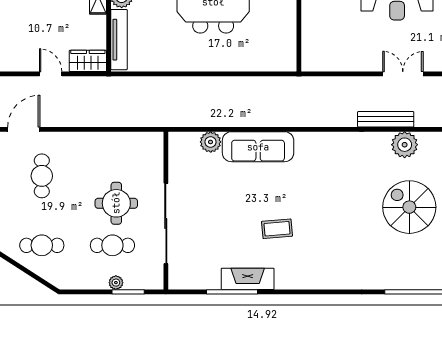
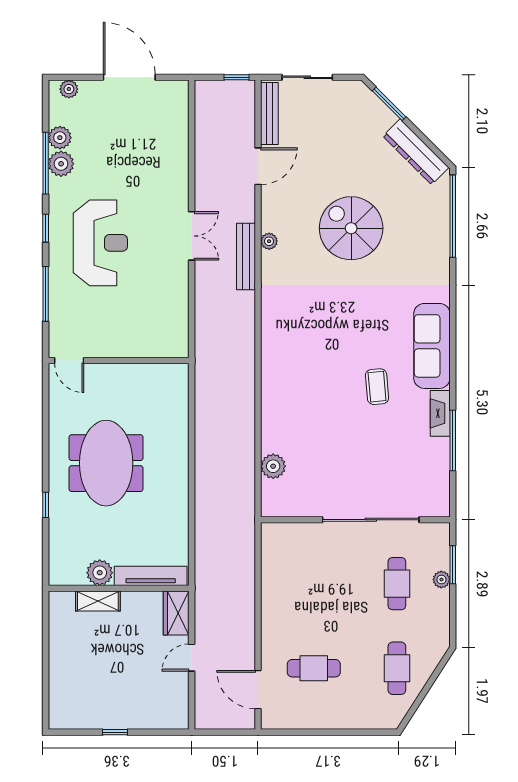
double door: (403, 74) -> (192, 236), swing flipped
plant: (405, 145) -> (269, 241), width x0.53, depth x0.53
sofa: (258, 147) -> (432, 346), moved, turned 180
round table: (116, 203) -> (347, 579), removed
spiral stairs: (409, 207) -> (351, 228), turned 90
fireplace: (248, 279) -> (440, 413), width x0.73, depth x0.76

